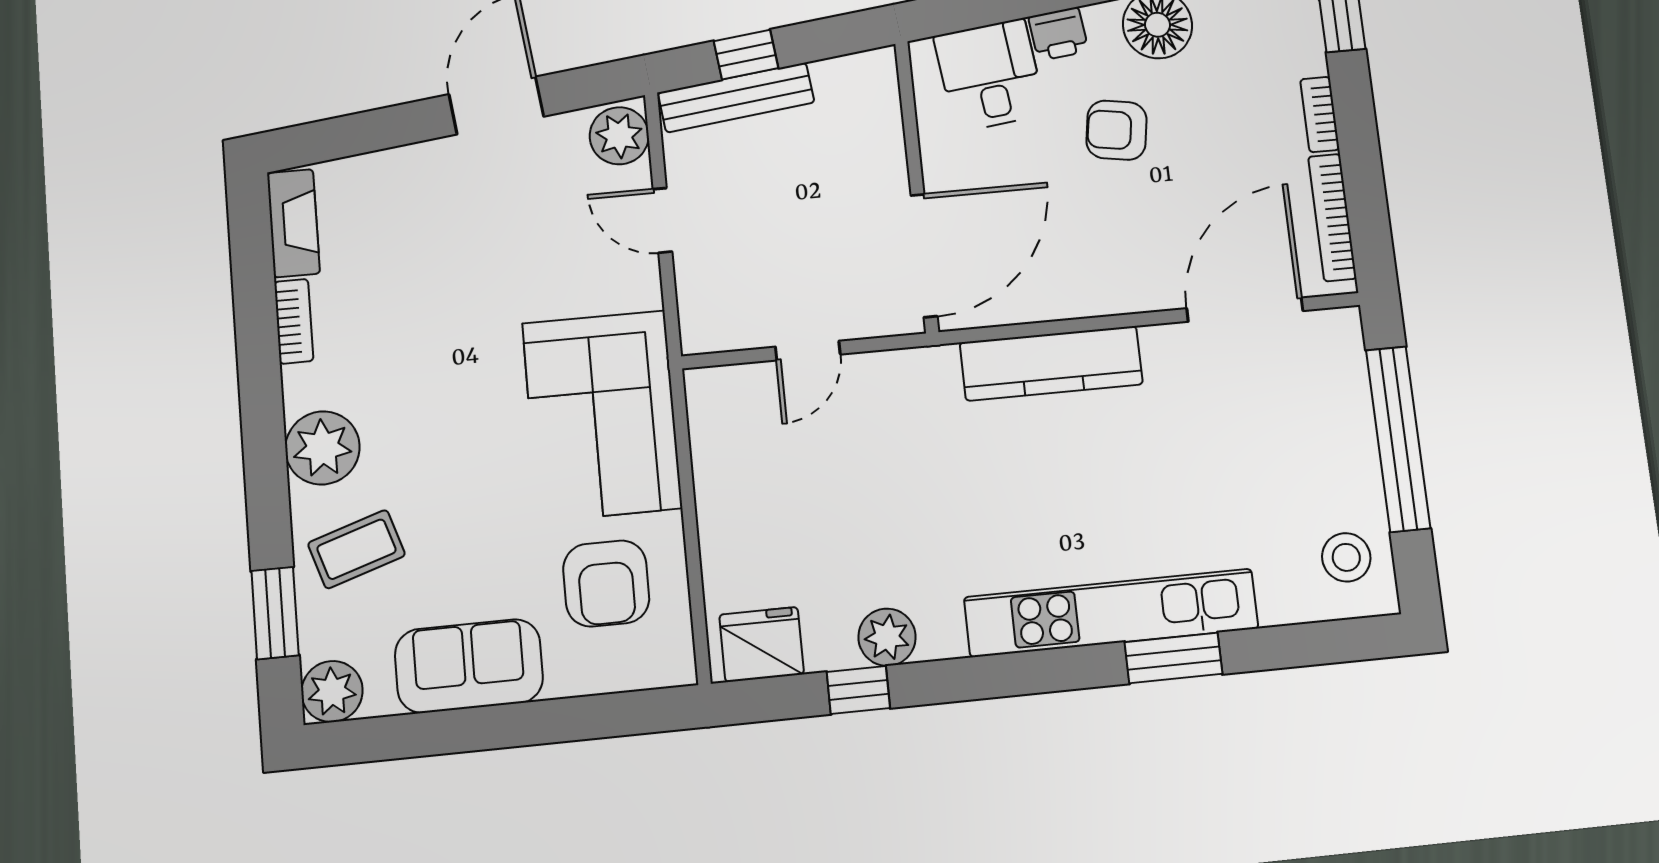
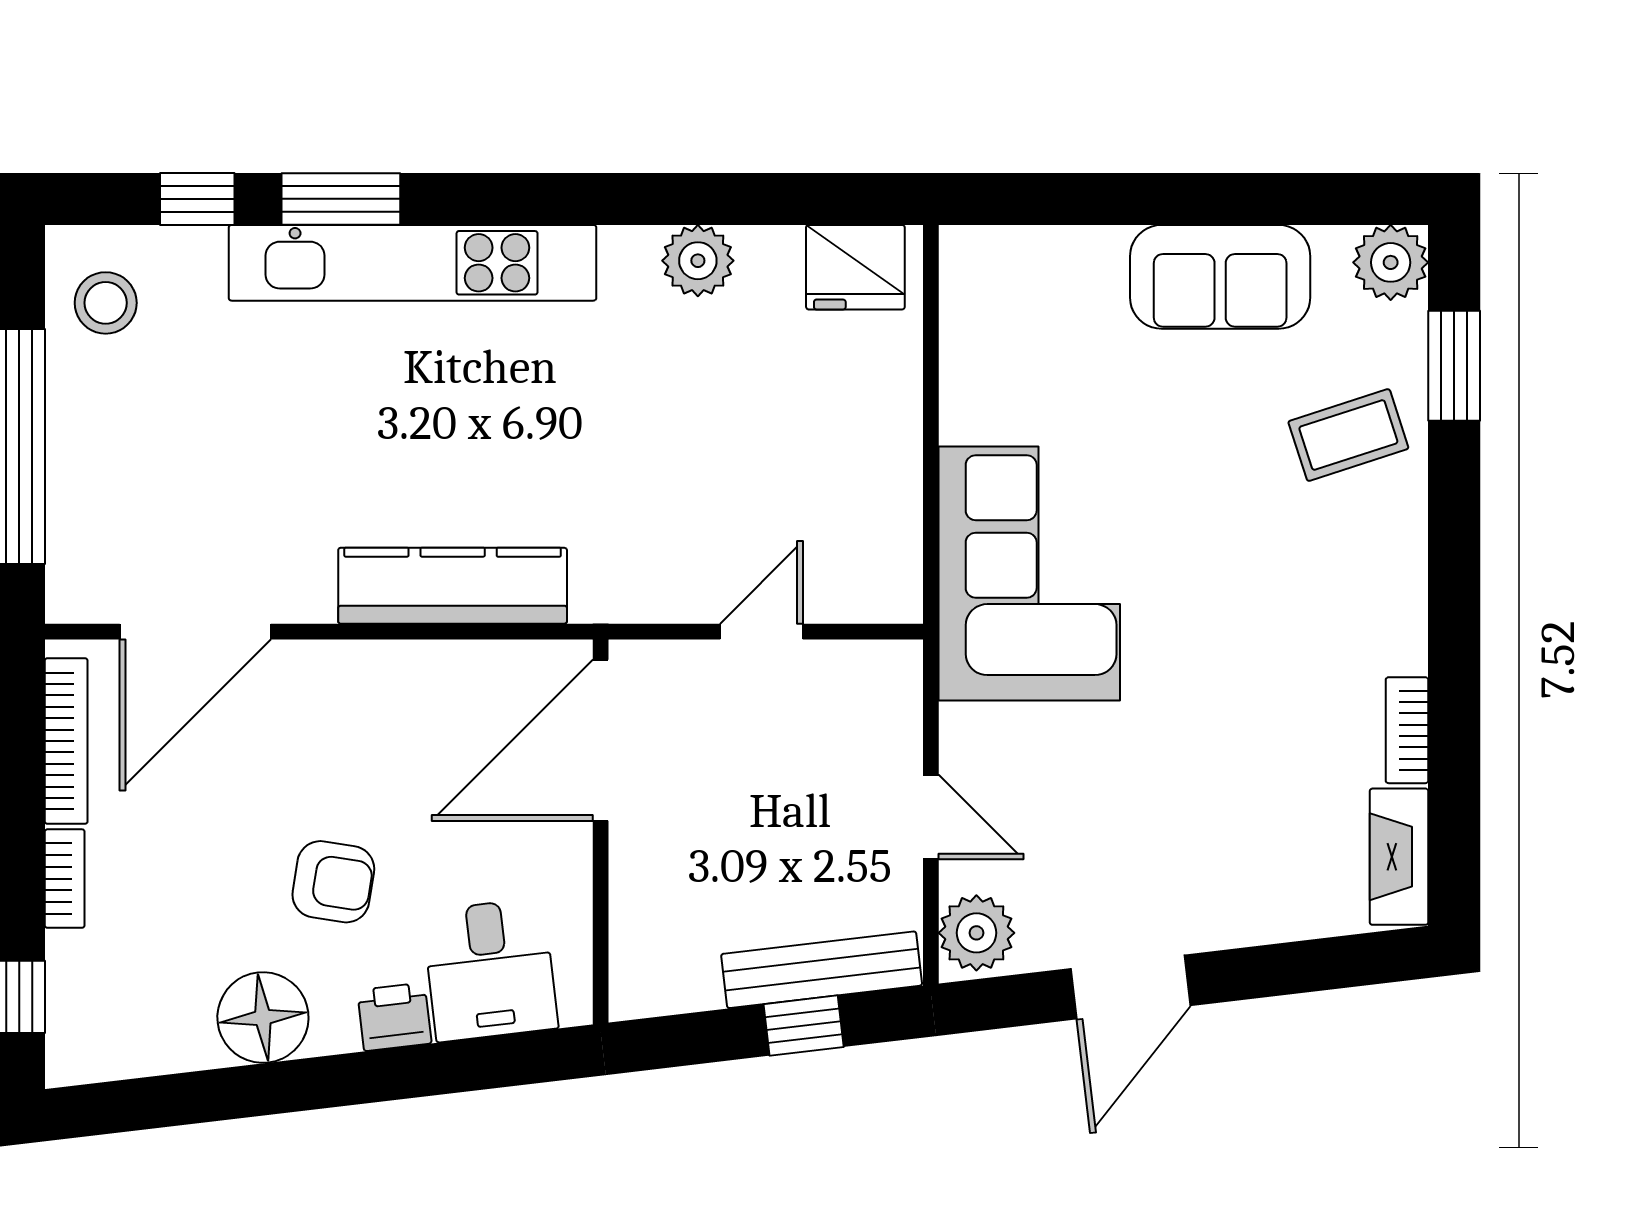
plant: (322, 448) -> (1382, 566), removed
armchair: (606, 583) -> (1042, 362), removed
window: (858, 690) -> (197, 199), moved

